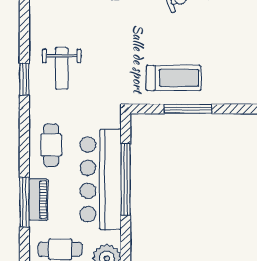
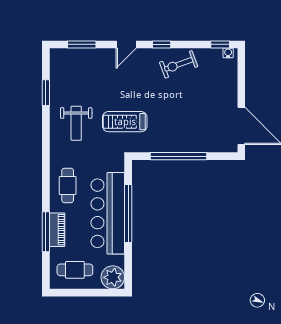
treadmill: (174, 78) -> (125, 122), moved, turned 180
window: (24, 79) -> (46, 93), moved
window: (188, 109) -> (179, 156), width x1.46

